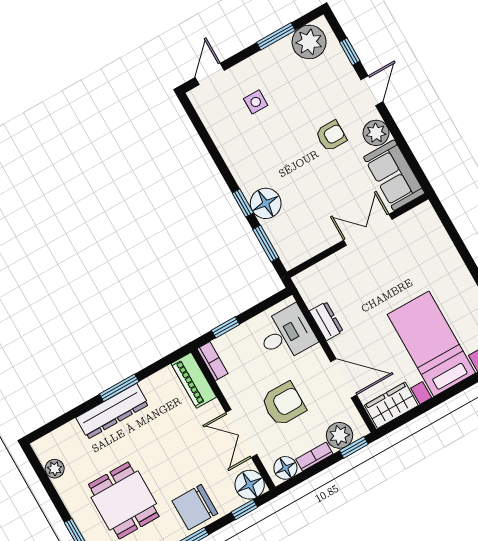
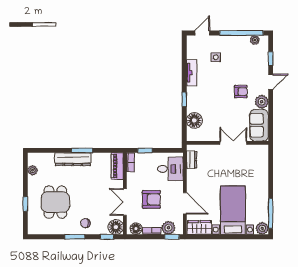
window: (276, 36) -> (241, 33), width x2.11
plant: (309, 42) -> (255, 40), width x0.53, depth x0.53
tv unit: (230, 151) -> (192, 73), added
floor lamp: (266, 203) -> (194, 120), moved
window: (266, 244) -> (184, 123), removed
dresser: (326, 321) -> (192, 160), moved
chair: (195, 507) -> (85, 223), width x0.54, depth x0.54

